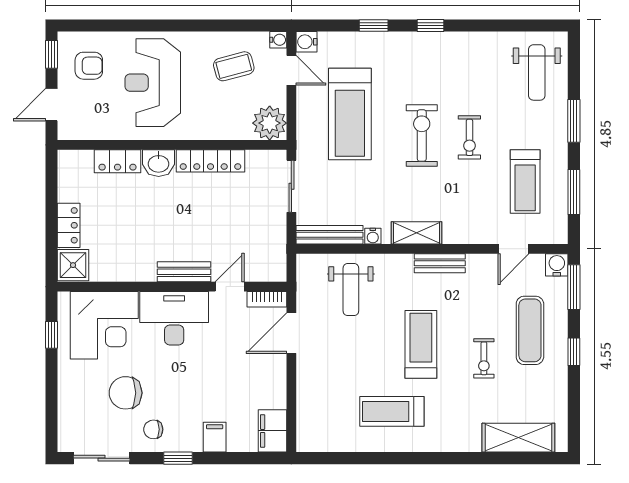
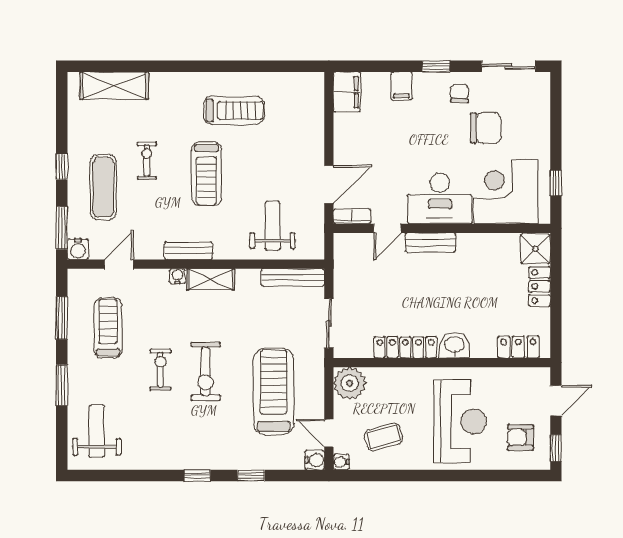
locker: (118, 161) -> (518, 347), moved
water cooler: (373, 236) -> (177, 276), moved
chair: (153, 429) -> (460, 93), turned -90

